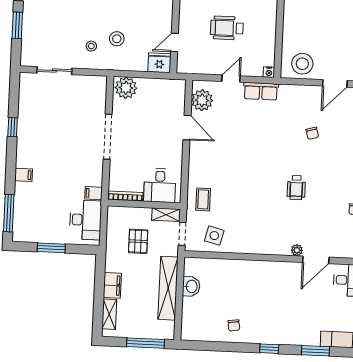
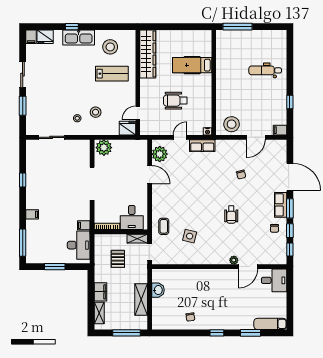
side table: (214, 236) -> (190, 236), moved
shelving: (168, 288) -> (141, 299), width x0.68

